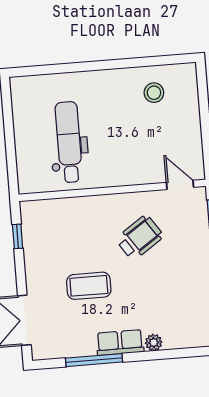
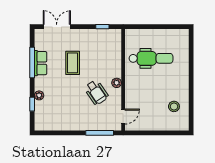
plant: (119, 202) -> (117, 83), added
row of seats: (120, 343) -> (41, 63), moved
window: (171, 354) -> (32, 104), added

